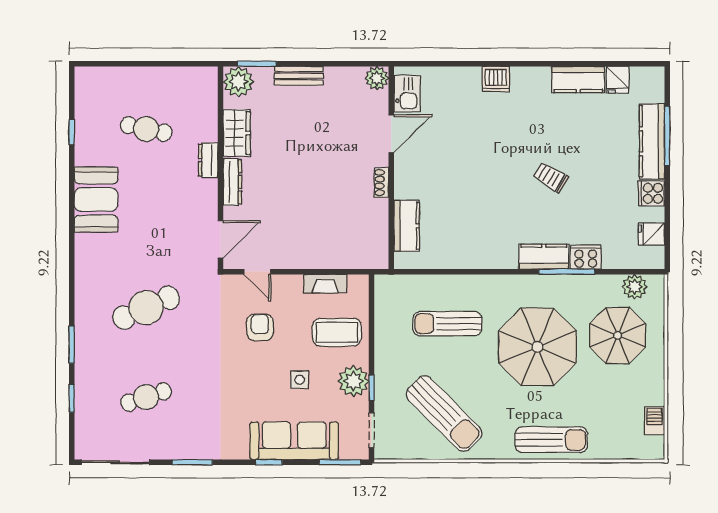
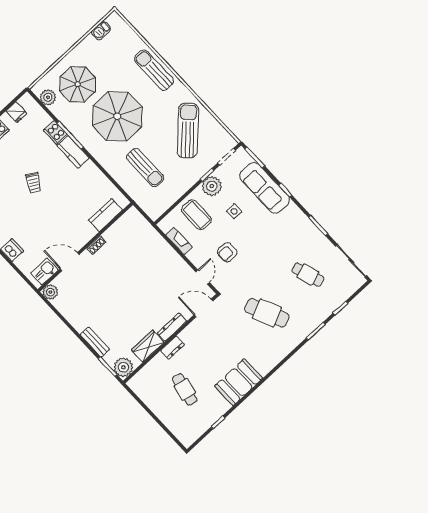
plant: (377, 78) -> (50, 292), moved
kitchen sink: (407, 94) -> (44, 272), moved
door: (391, 134) -> (70, 262), moved
wall: (391, 168) -> (85, 247), moved
shoe rack: (382, 183) -> (96, 245), moved
kitchen counter: (407, 226) -> (105, 215), moved

